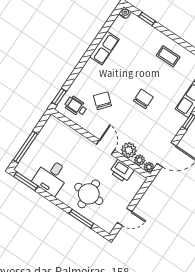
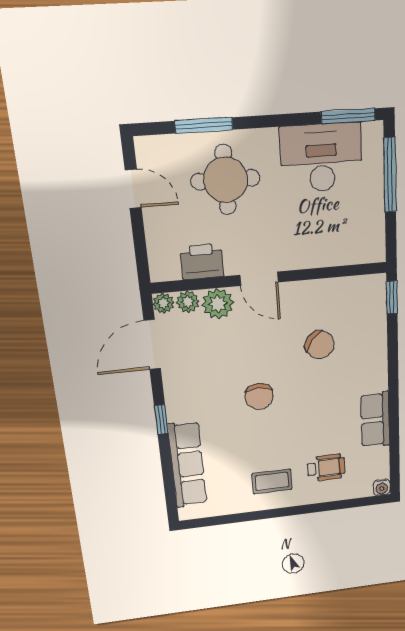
window: (147, 19) -> (343, 504), removed
wheelchair: (76, 106) -> (326, 468), moved
desk: (51, 177) -> (322, 158), width x1.37
door: (125, 217) -> (133, 189), swing flipped

